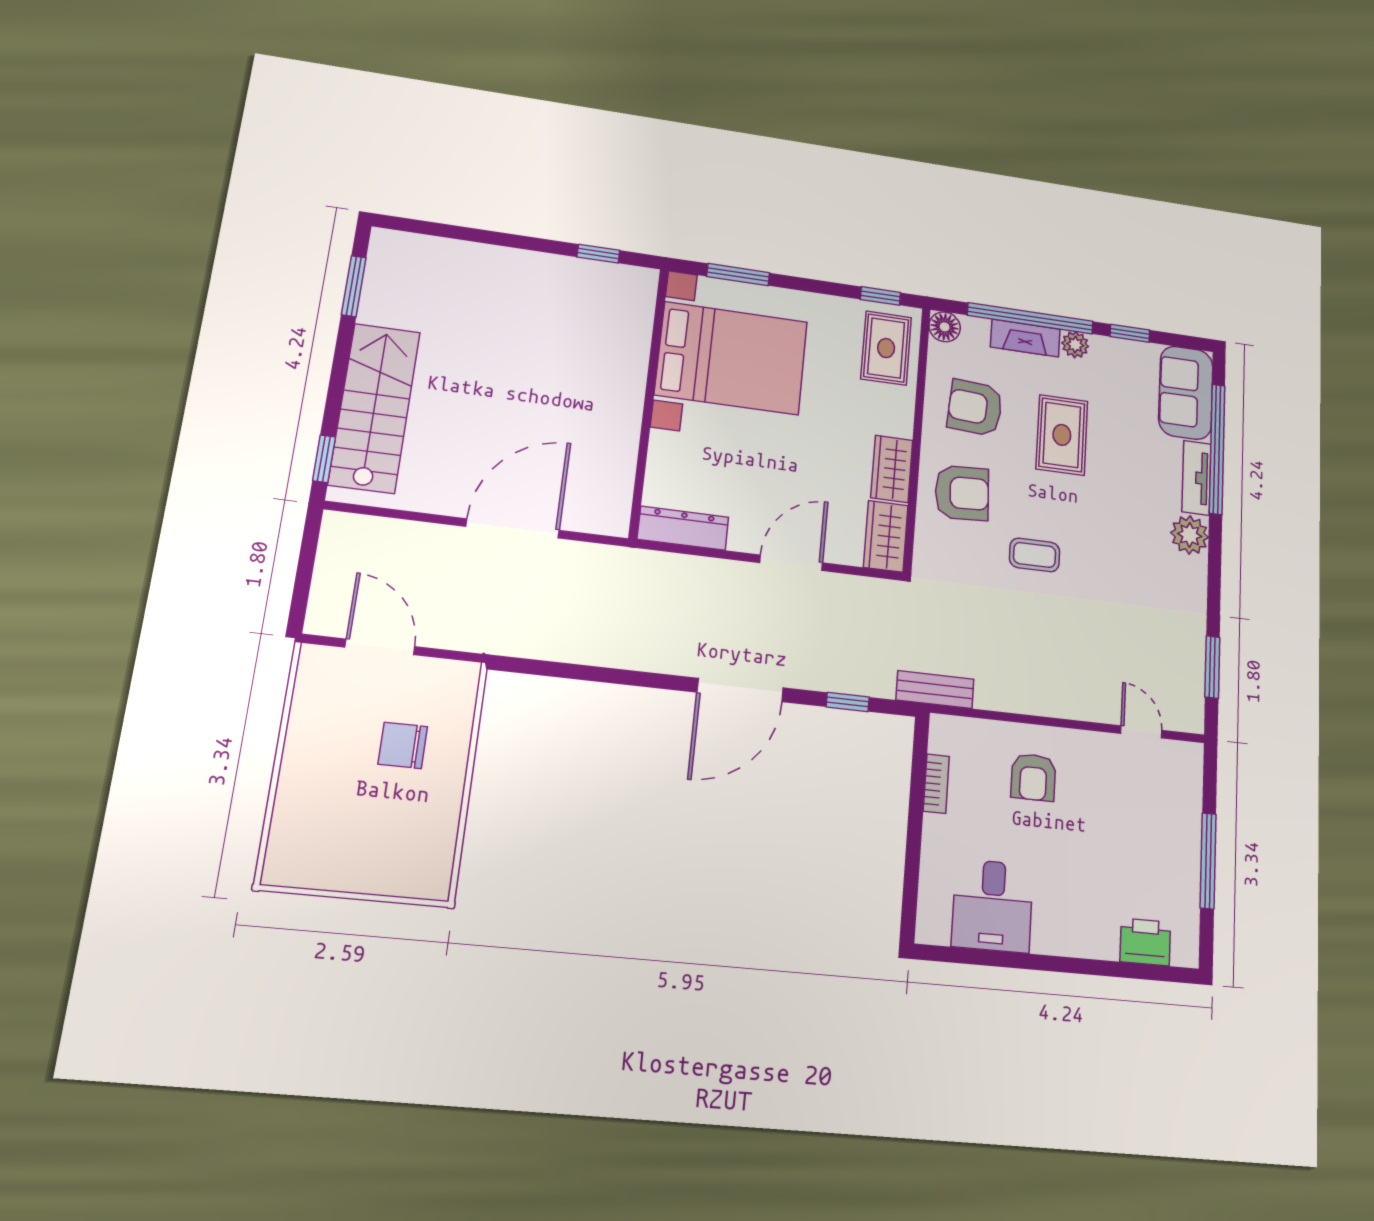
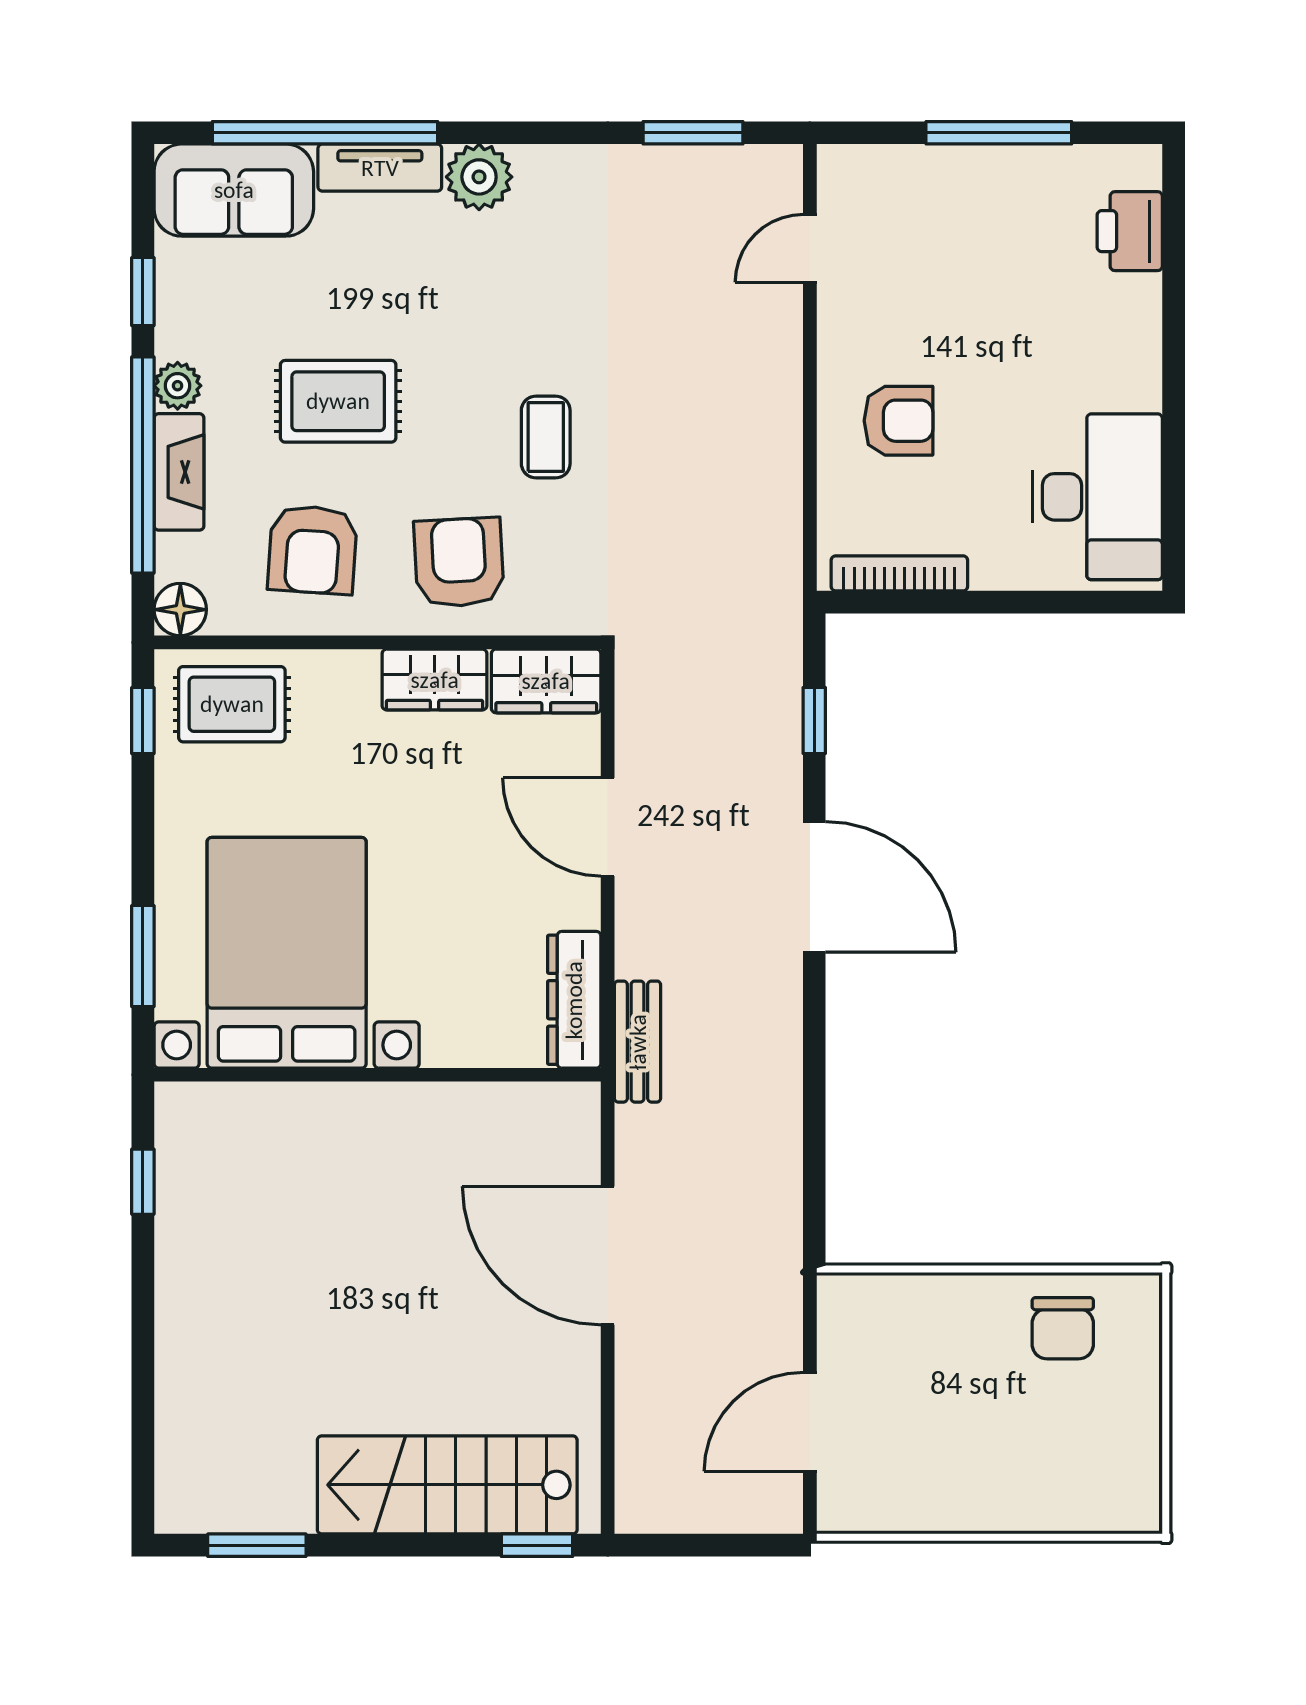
bench: (935, 690) -> (638, 1042), moved
chair: (403, 745) -> (1063, 1328), moved
bookcase: (936, 784) -> (899, 573), width x1.56
desk: (992, 906) -> (1097, 497), width x1.37

